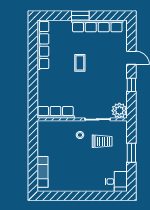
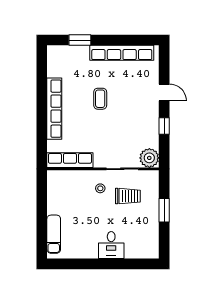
window: (80, 16) -> (80, 40), moved
row of seats: (43, 45) -> (54, 109), moved
desk: (116, 181) -> (111, 245), moved, turned 90

